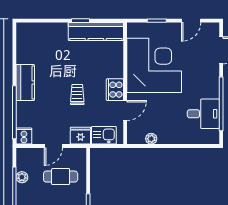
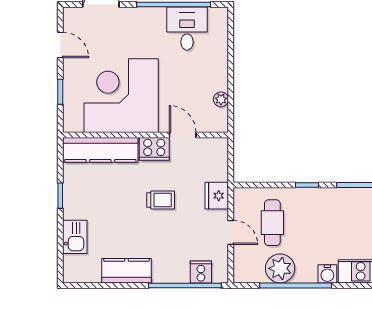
kitchen counter: (96, 31) -> (100, 150), moved, turned 90
kitchen counter: (25, 83) -> (126, 271), moved
trolley: (77, 94) -> (161, 200), turned 180
kitchen sink: (104, 135) -> (75, 237), moved, turned 180
cooker: (24, 136) -> (201, 272), moved, turned 90
plant: (22, 177) -> (280, 268), width x1.88, depth x1.88

